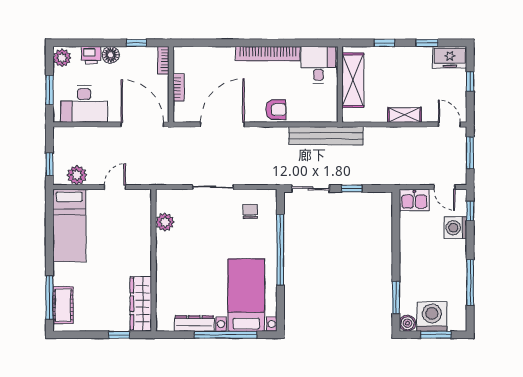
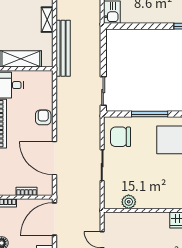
bench: (326, 136) -> (63, 48), moved
window: (352, 188) -> (103, 60), removed
chair: (250, 211) -> (121, 137), width x1.87, depth x1.87
window: (280, 250) -> (150, 114), width x0.68

